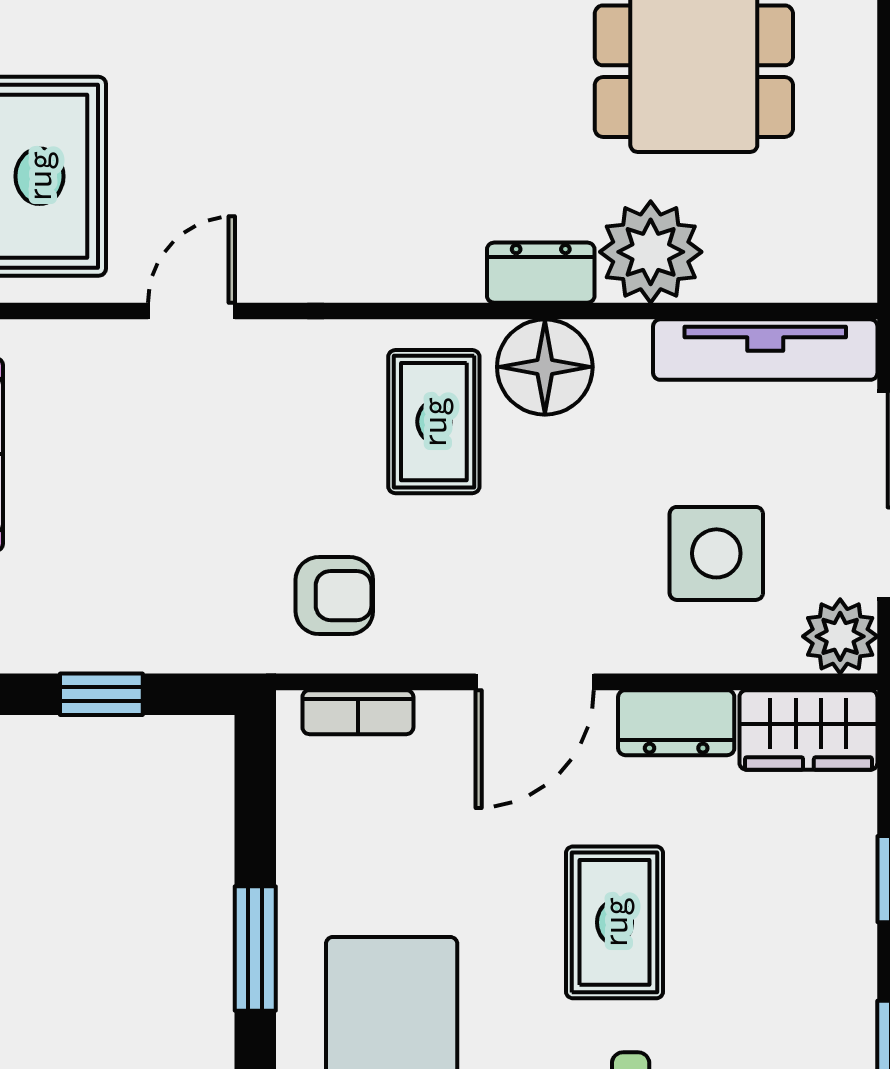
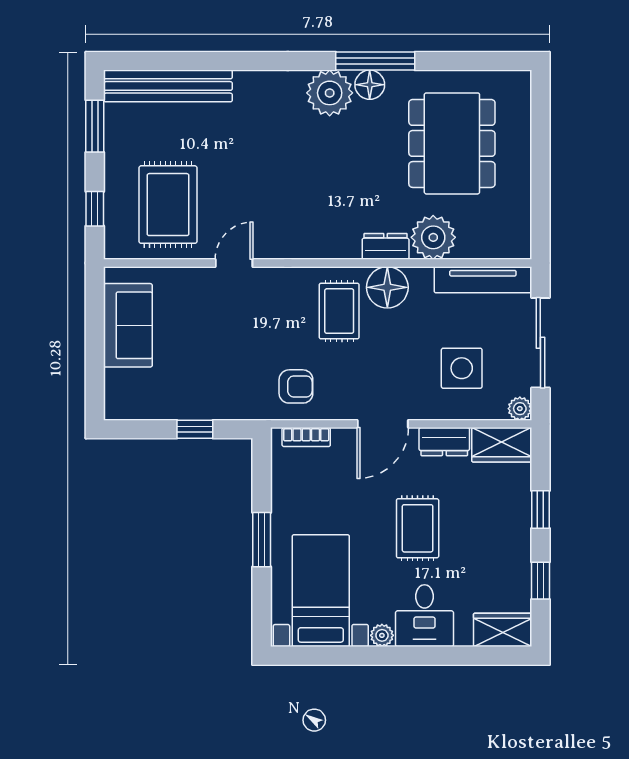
plant: (840, 636) -> (520, 409), width x0.73, depth x0.73

